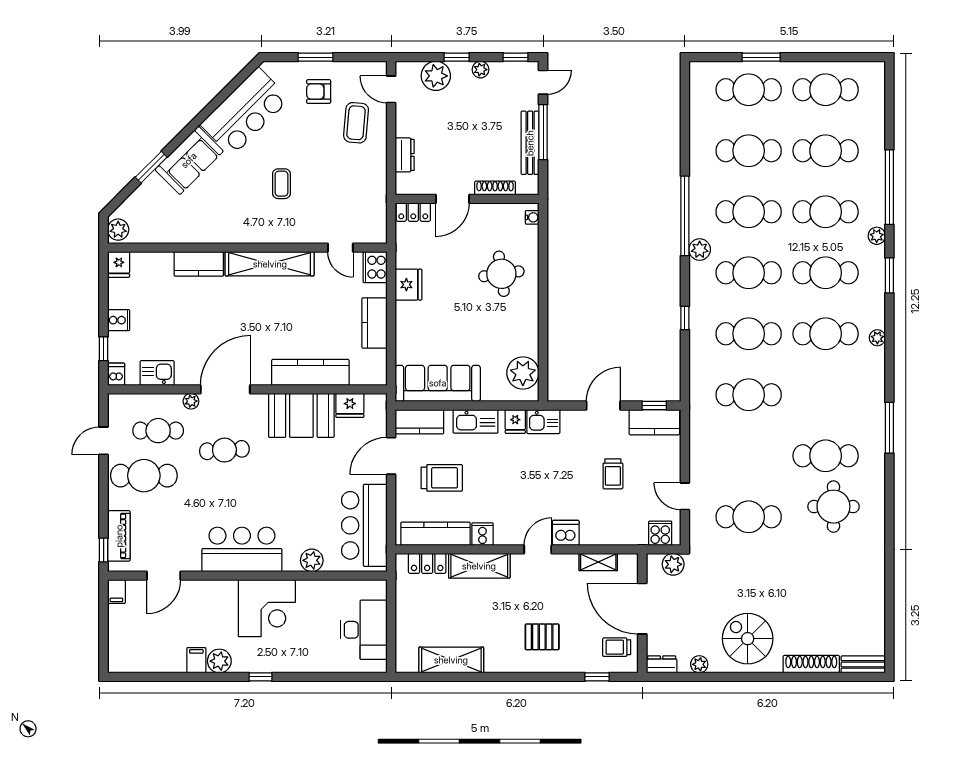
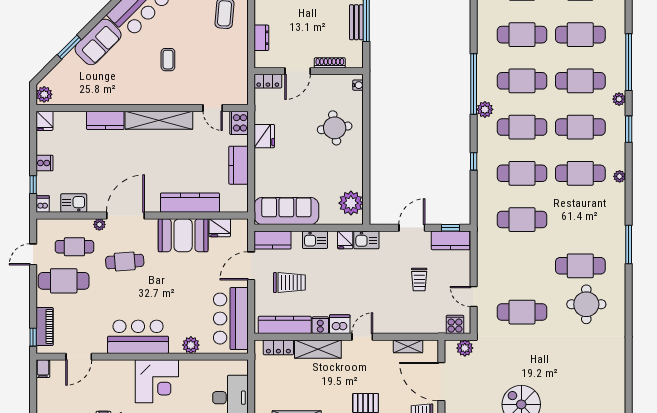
bench: (530, 143) -> (356, 22), width x0.73
kitchen sink: (475, 421) -> (315, 240), width x0.73
dishwasher: (566, 533) -> (340, 324), moved

